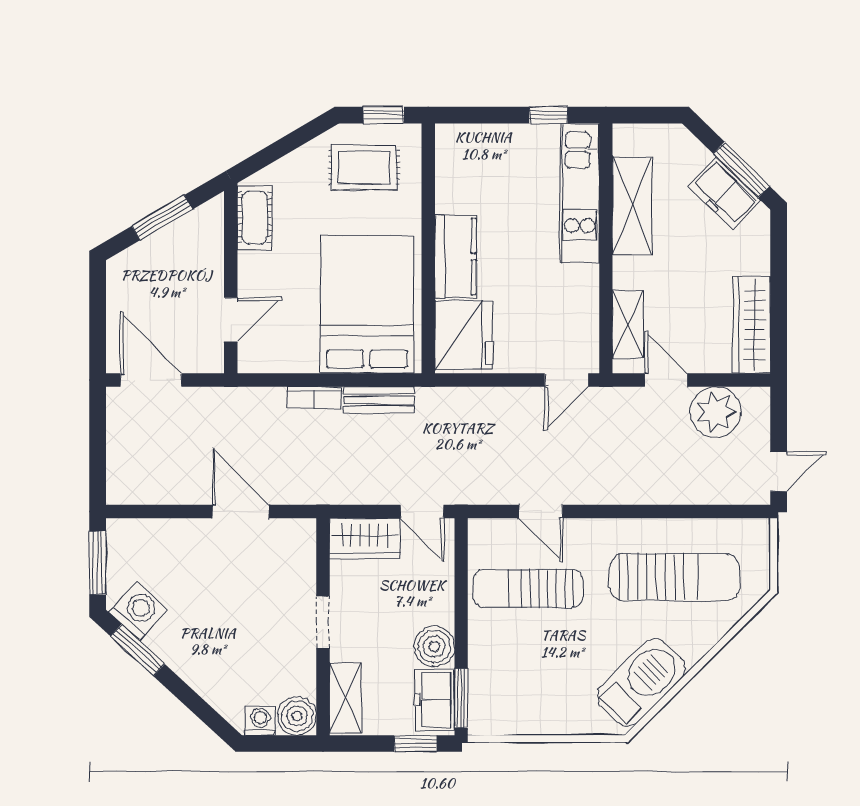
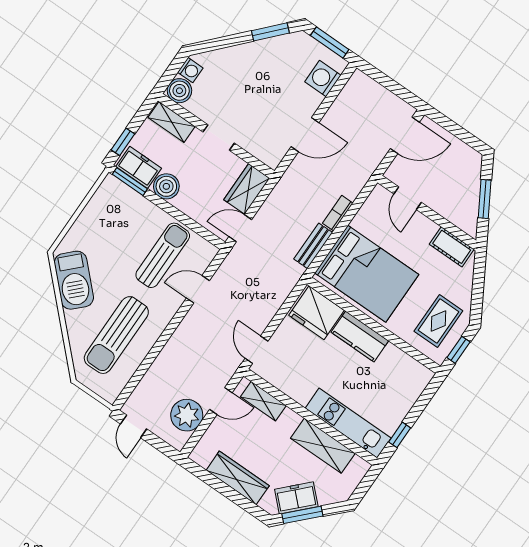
wardrobe: (752, 325) -> (238, 478), moved
washing machine: (138, 611) -> (323, 78), moved, turned 137

